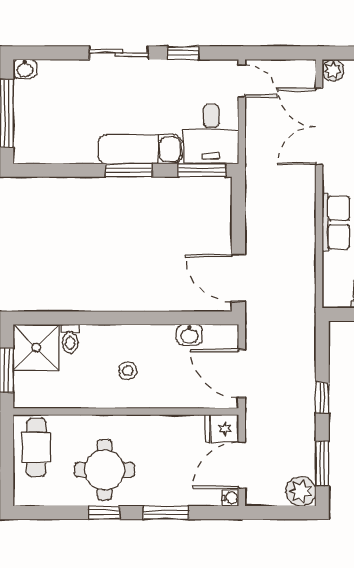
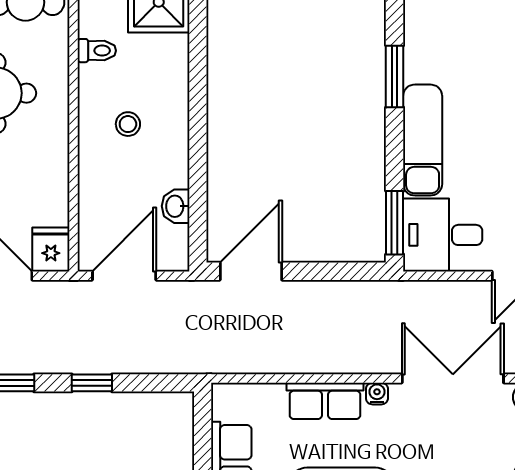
window: (129, 170) -> (395, 76), moved
water cooler: (330, 183) -> (377, 394), added
toilet: (70, 339) -> (97, 51), moved, turned 180

